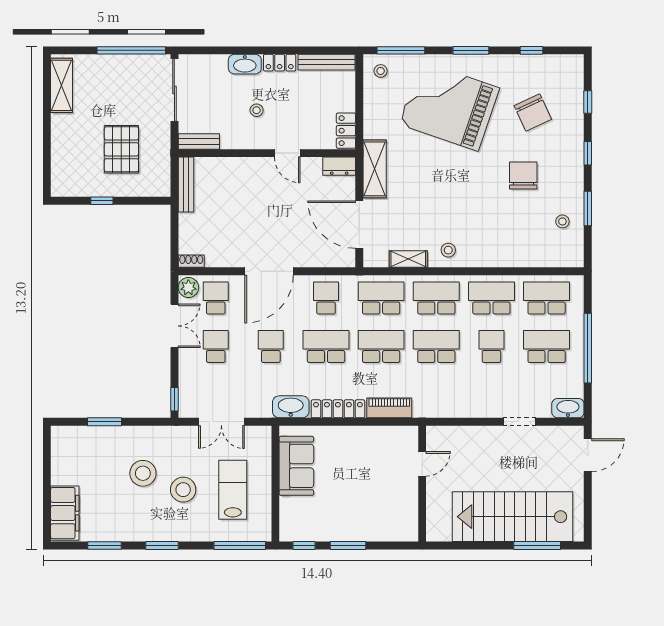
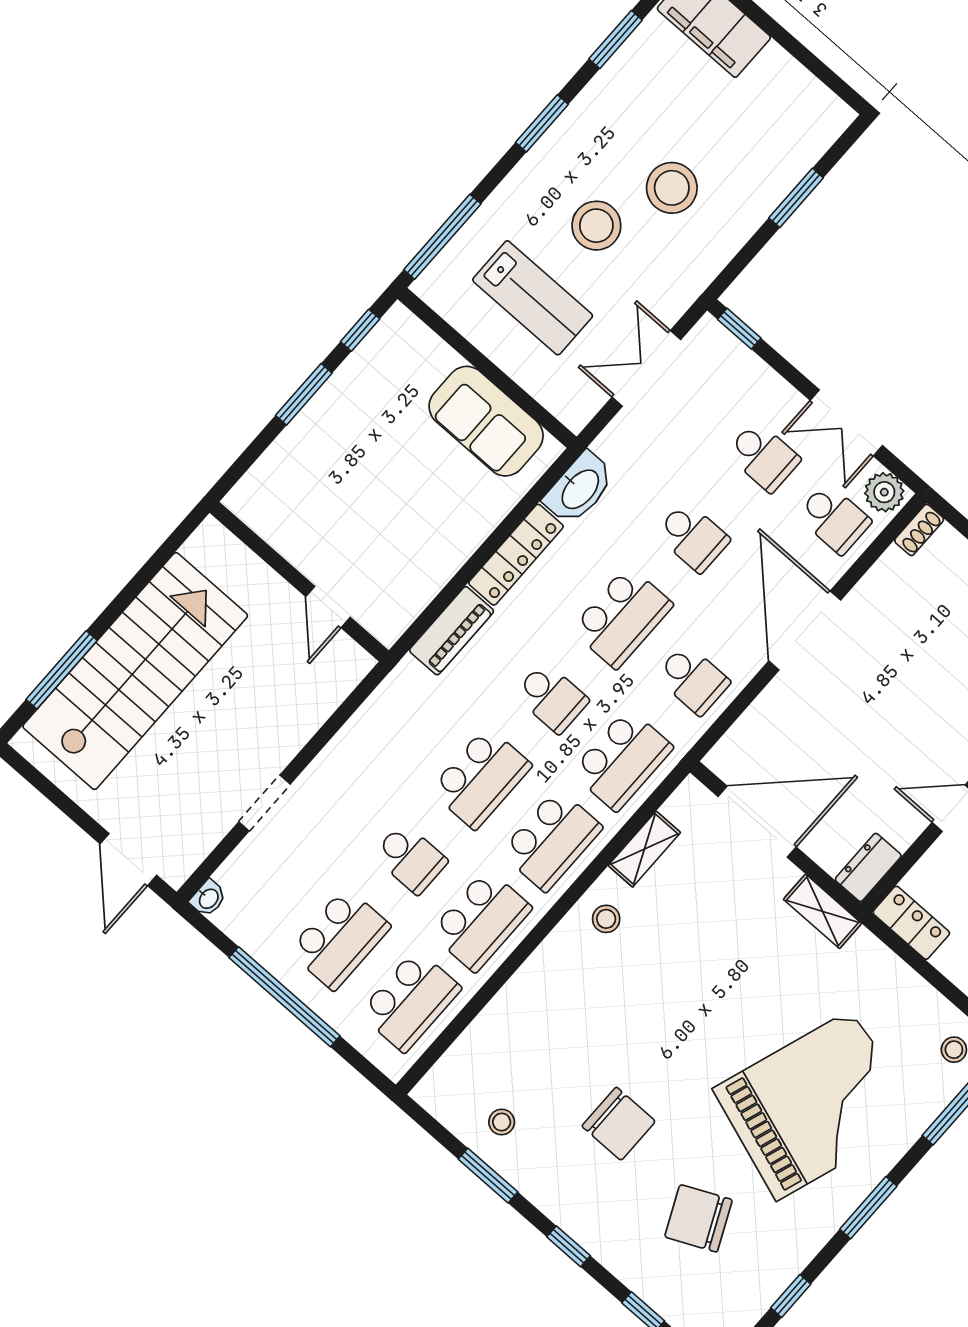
shelving: (375, 169) -> (823, 911), width x0.67, depth x0.75
school desk: (381, 347) -> (551, 698), width x0.54
washbasin: (568, 408) -> (208, 898), width x0.52, depth x0.69

